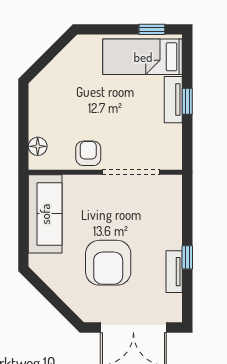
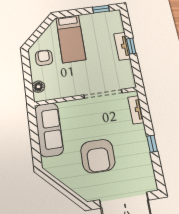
bed: (143, 57) -> (71, 38), moved, turned -90
armchair: (88, 153) -> (44, 58), moved
tv unit: (174, 272) -> (136, 110), moved

